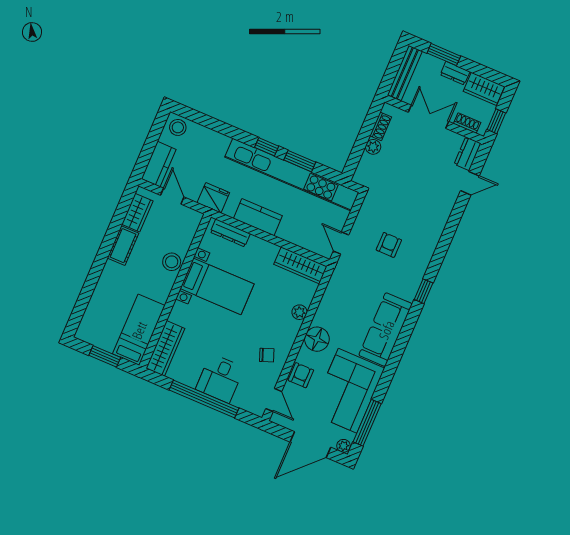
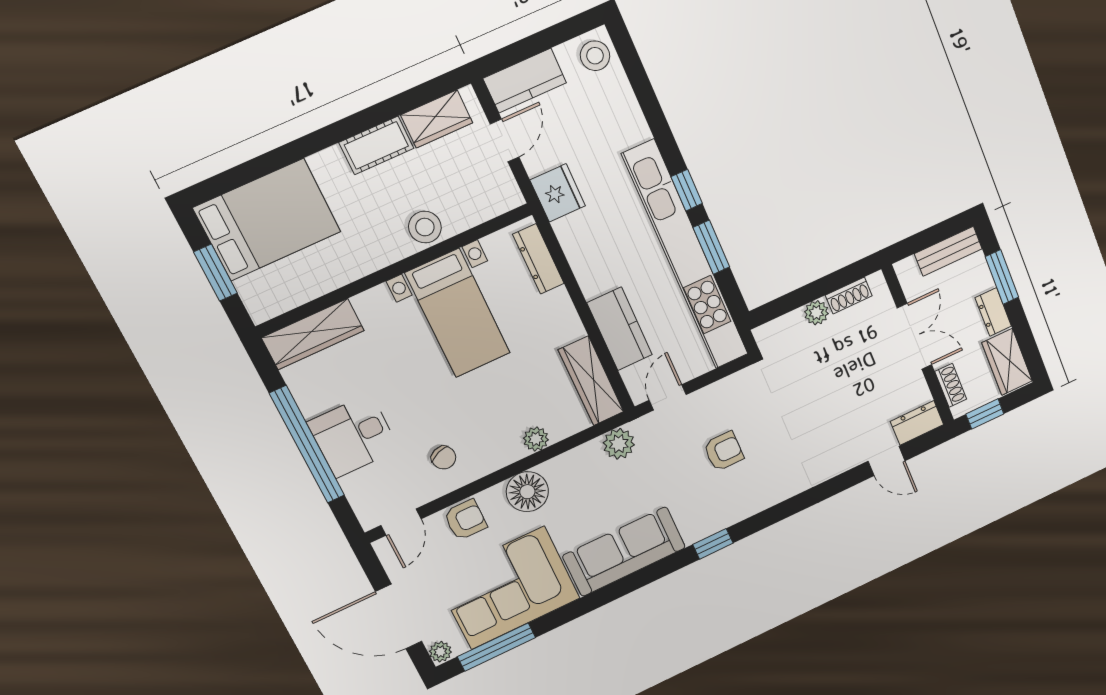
bench: (405, 73) -> (948, 251), width x0.73
kitchen counter: (258, 217) -> (620, 329), moved
plant: (338, 283) -> (619, 444), added
bed: (139, 330) -> (267, 220), moved, width x1.50

